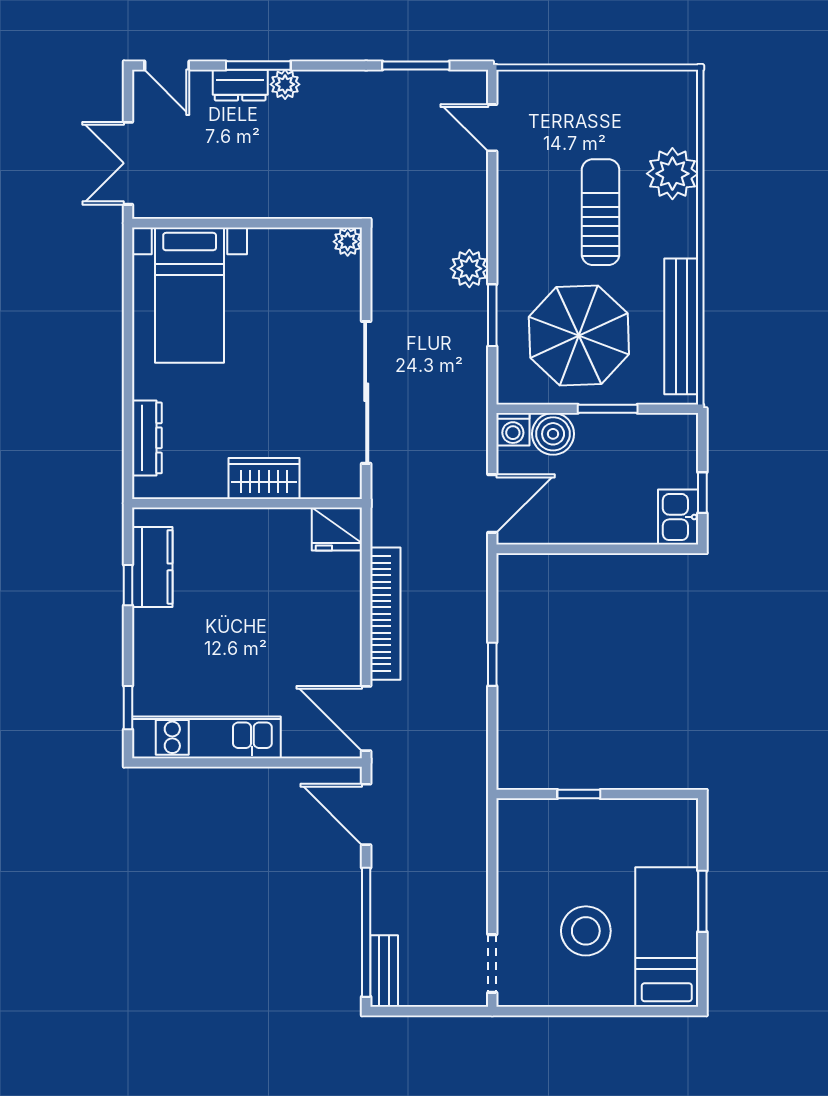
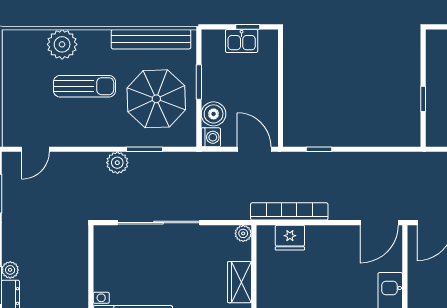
sun lounger: (601, 212) -> (84, 86), turned 180
plant: (348, 242) -> (243, 233), moved
sliding door: (366, 392) -> (158, 223), moved
kitchen sink: (678, 517) -> (242, 41), moved
fridge: (337, 529) -> (290, 238), moved, turned 90
bookcase: (385, 614) -> (289, 211), moved
window: (492, 664) -> (319, 149), moved

